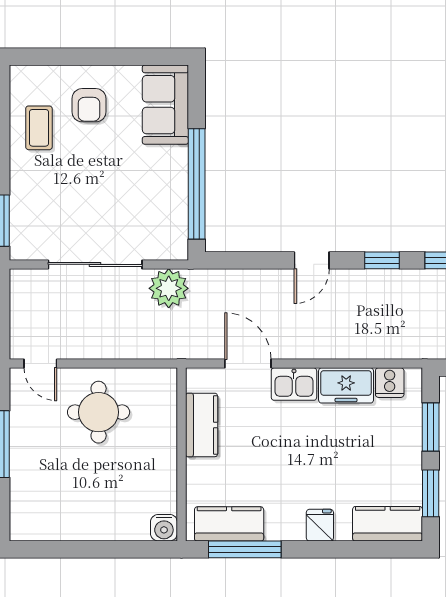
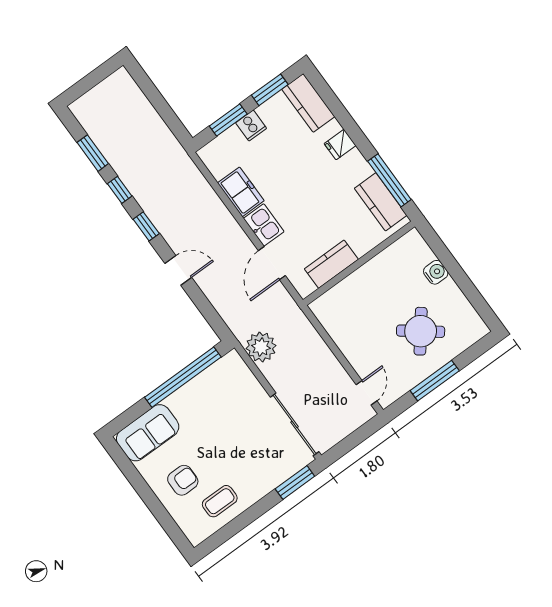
sliding door: (95, 264) -> (295, 424), moved
cooker: (390, 383) -> (251, 126), moved, turned 90
round table: (99, 412) -> (421, 331), moved, turned 38
water cooler: (164, 528) -> (436, 272), moved

